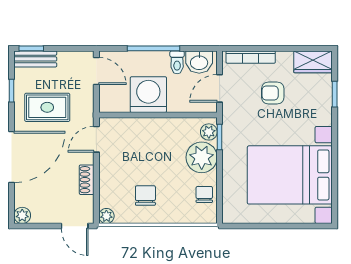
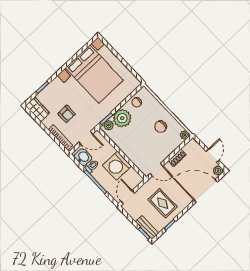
door: (12, 157) -> (206, 191), moved
door: (75, 226) -> (212, 156), moved

